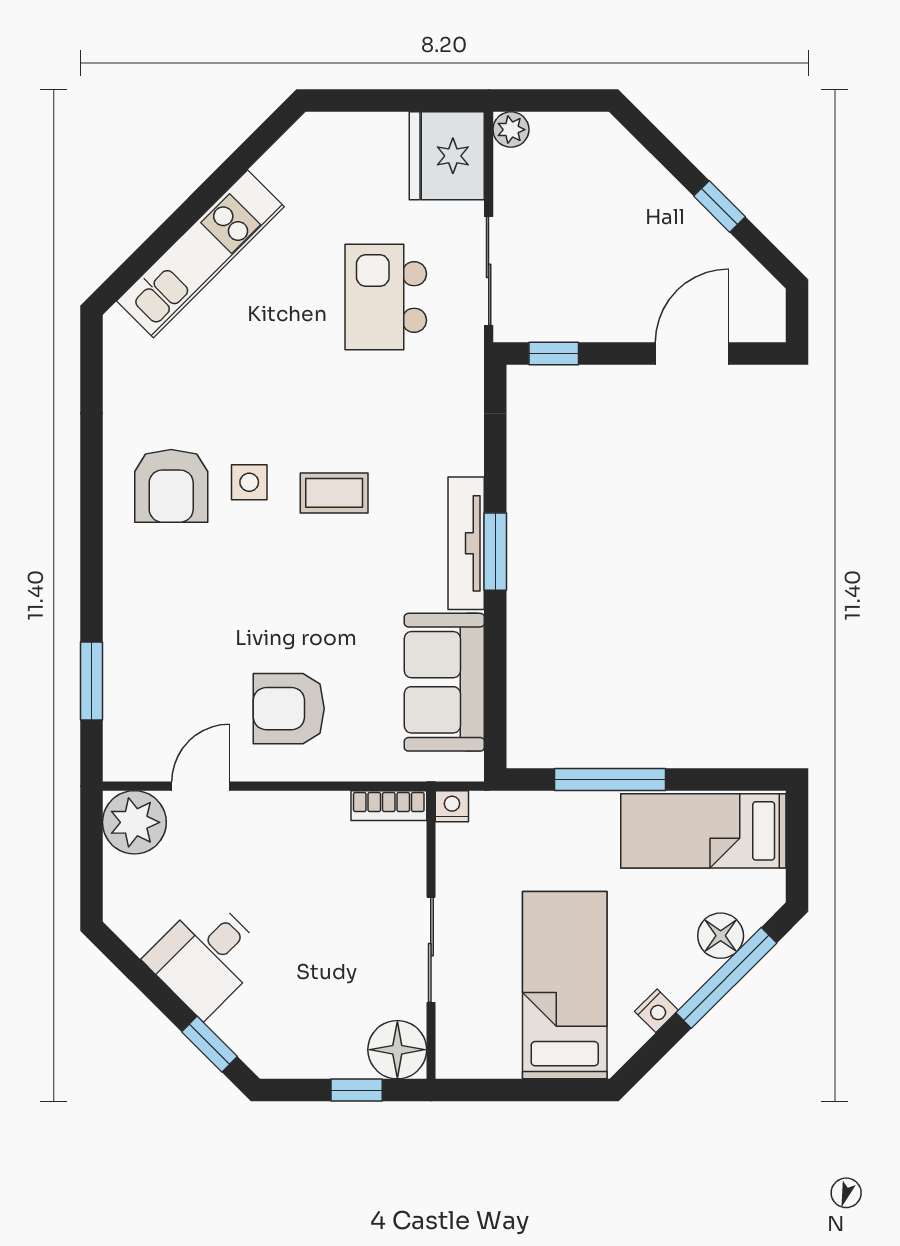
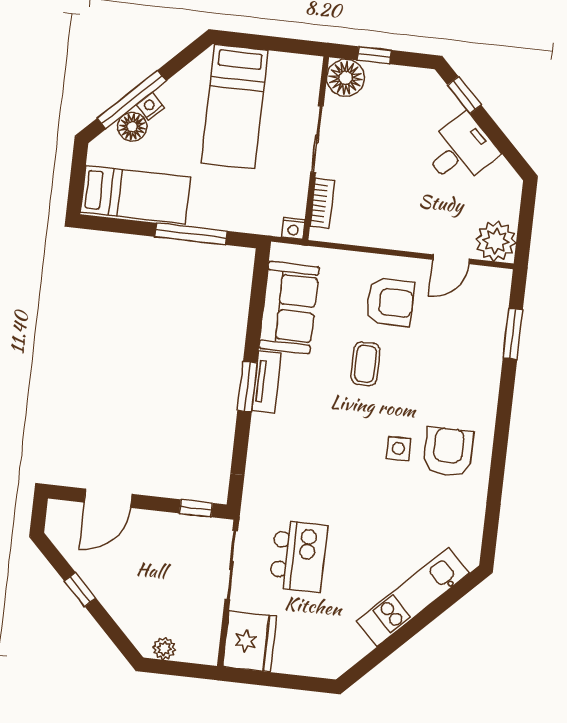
plant: (511, 130) -> (164, 649), moved
coffee table: (334, 493) -> (365, 364), moved, turned 90
tv unit: (466, 543) -> (267, 382), width x0.71
bookcase: (389, 806) -> (322, 203), moved, turned 90
nightstand: (656, 1011) -> (150, 106), moved

